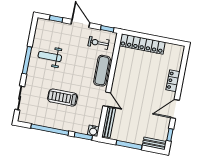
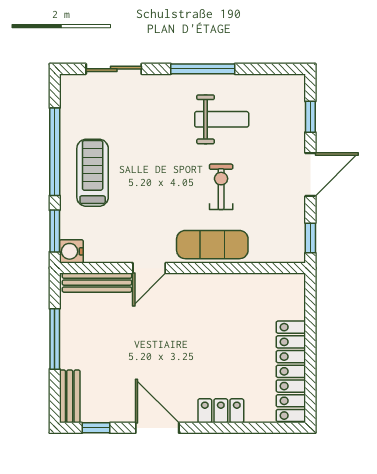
exercise bike: (99, 43) -> (221, 187), moved
locker: (142, 44) -> (291, 371), moved
weight bench: (50, 56) -> (222, 119), turned 90
treadmill: (63, 98) -> (93, 173), moved

